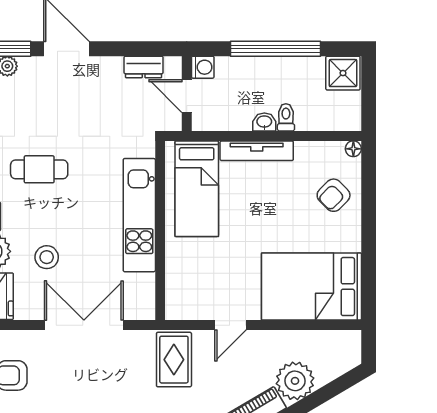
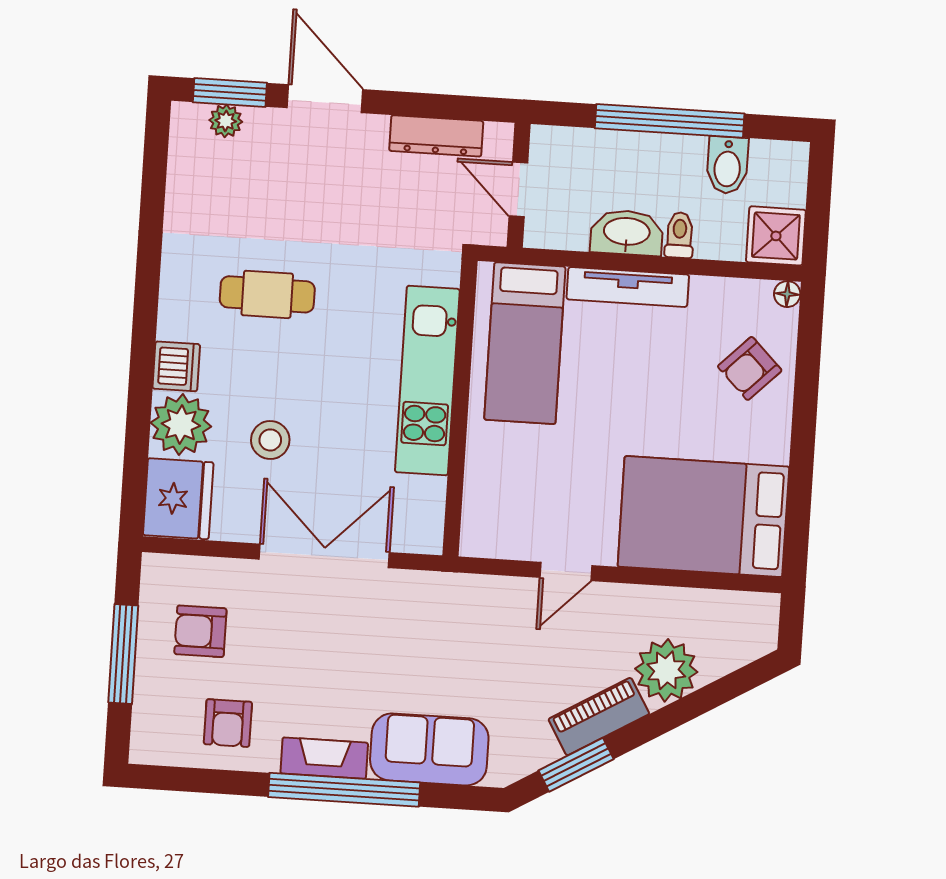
dresser: (144, 67) -> (436, 136), width x1.44
washing machine: (203, 67) -> (548, 143), removed
bidet: (312, 73) -> (727, 165), added
shower: (343, 73) -> (776, 236), moved
washbasin: (264, 122) -> (627, 233), width x1.91, depth x1.45
rug: (174, 360) -> (469, 622), removed

